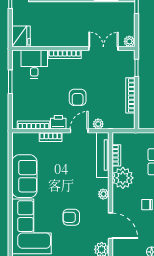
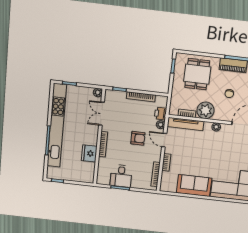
fridge: (21, 36) -> (89, 153), moved, turned -90
desk: (34, 64) -> (121, 176), moved, turned -90
printer: (58, 122) -> (160, 114), moved
armchair: (71, 217) -> (231, 154), removed

